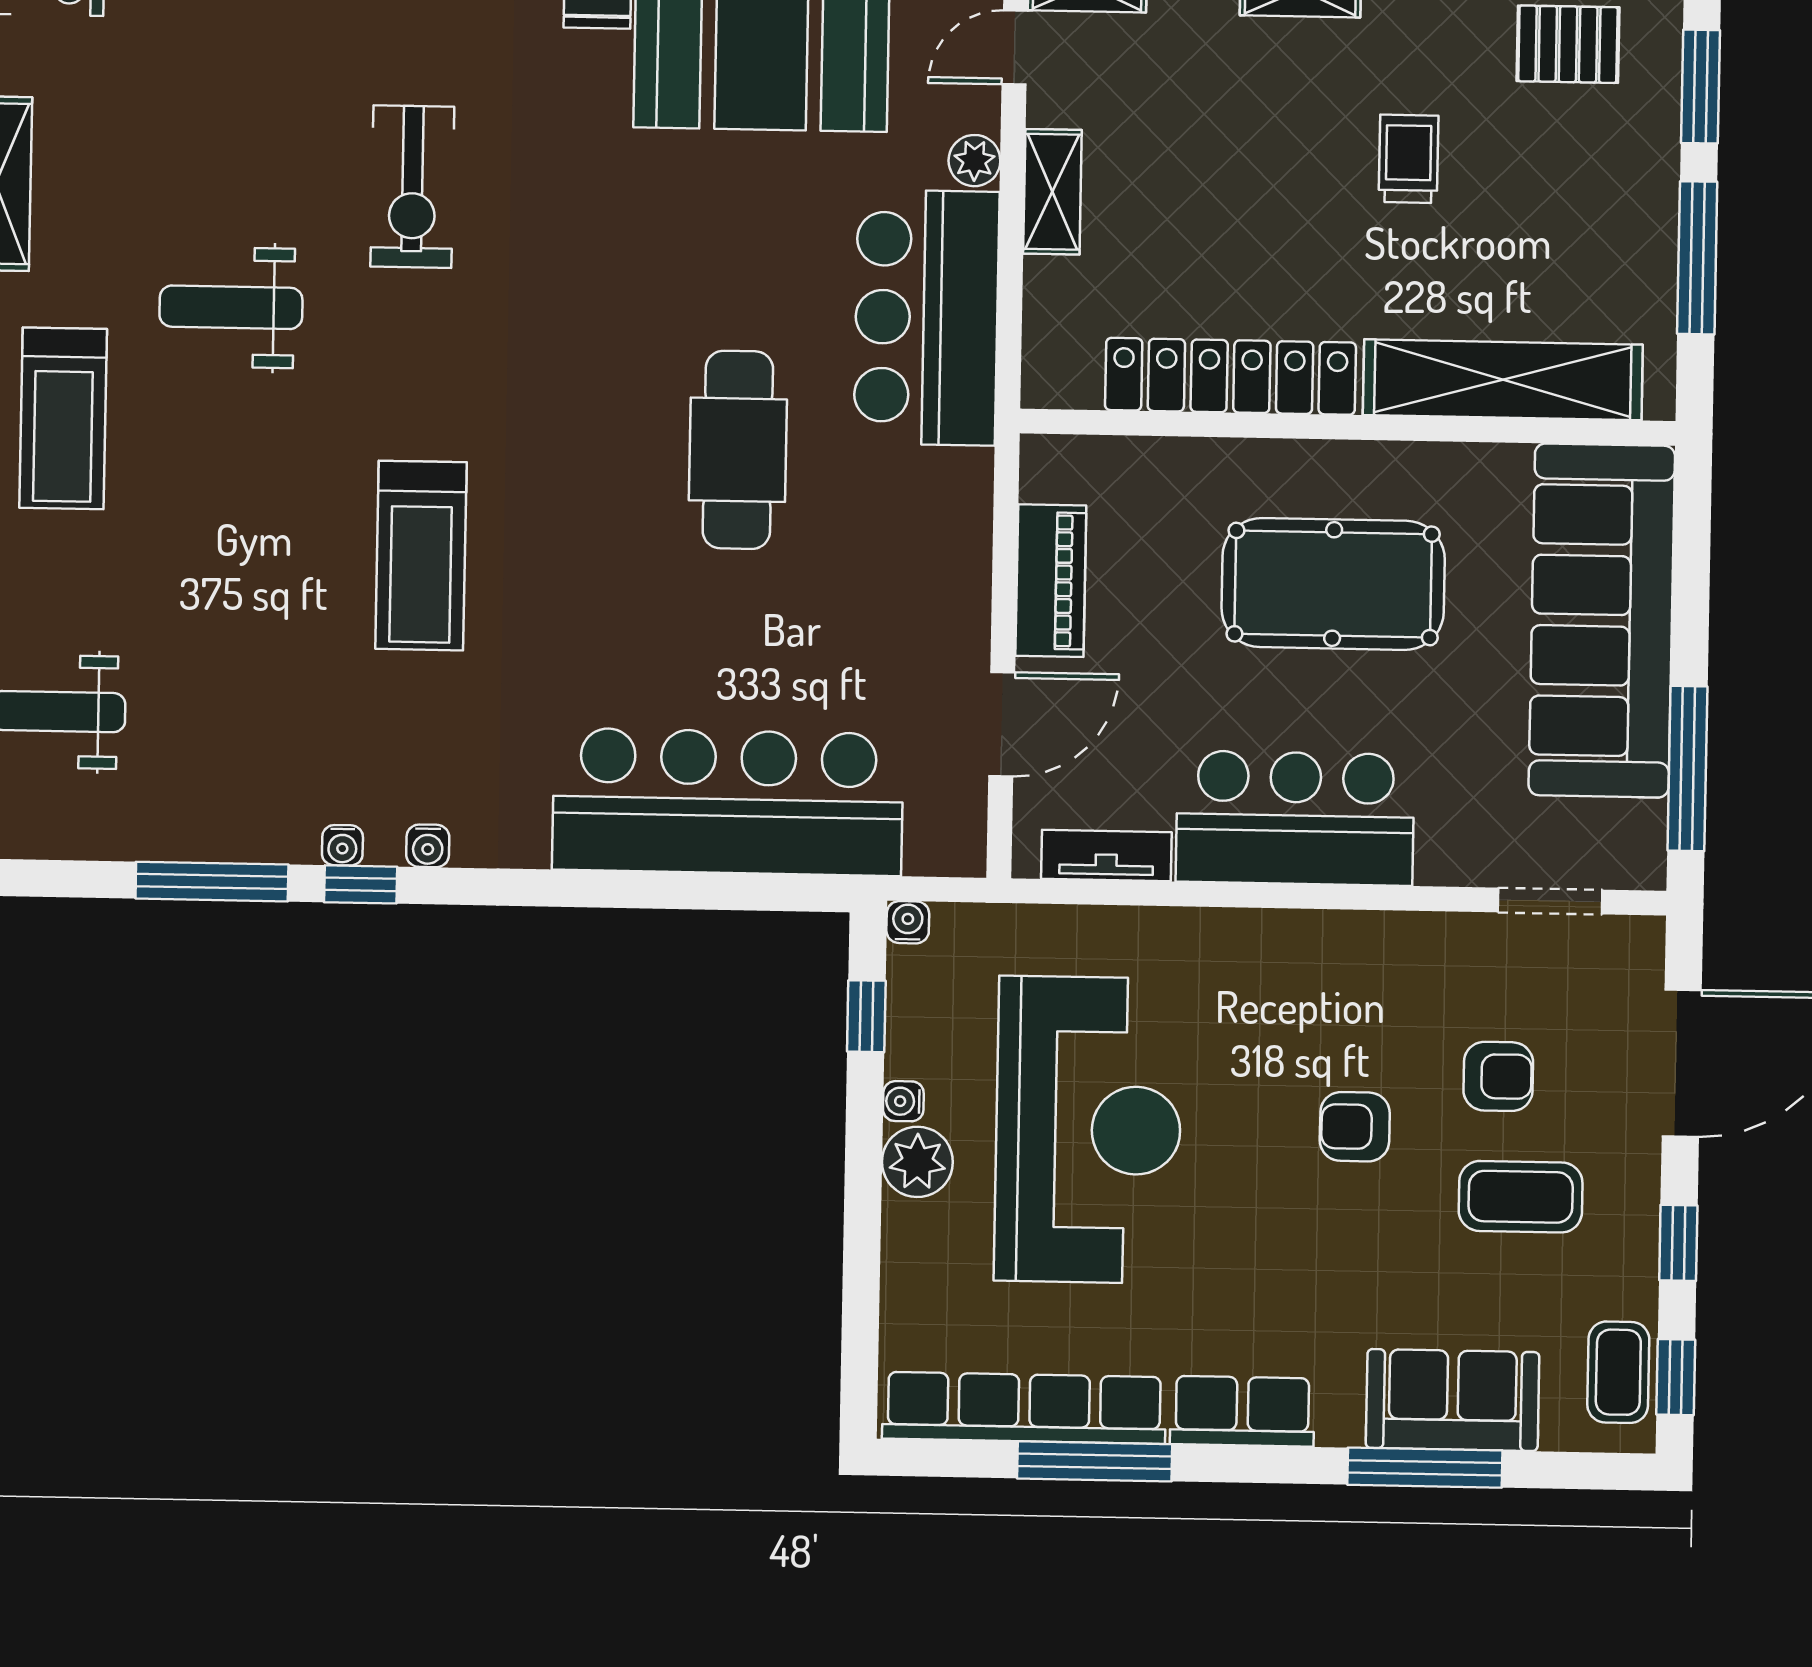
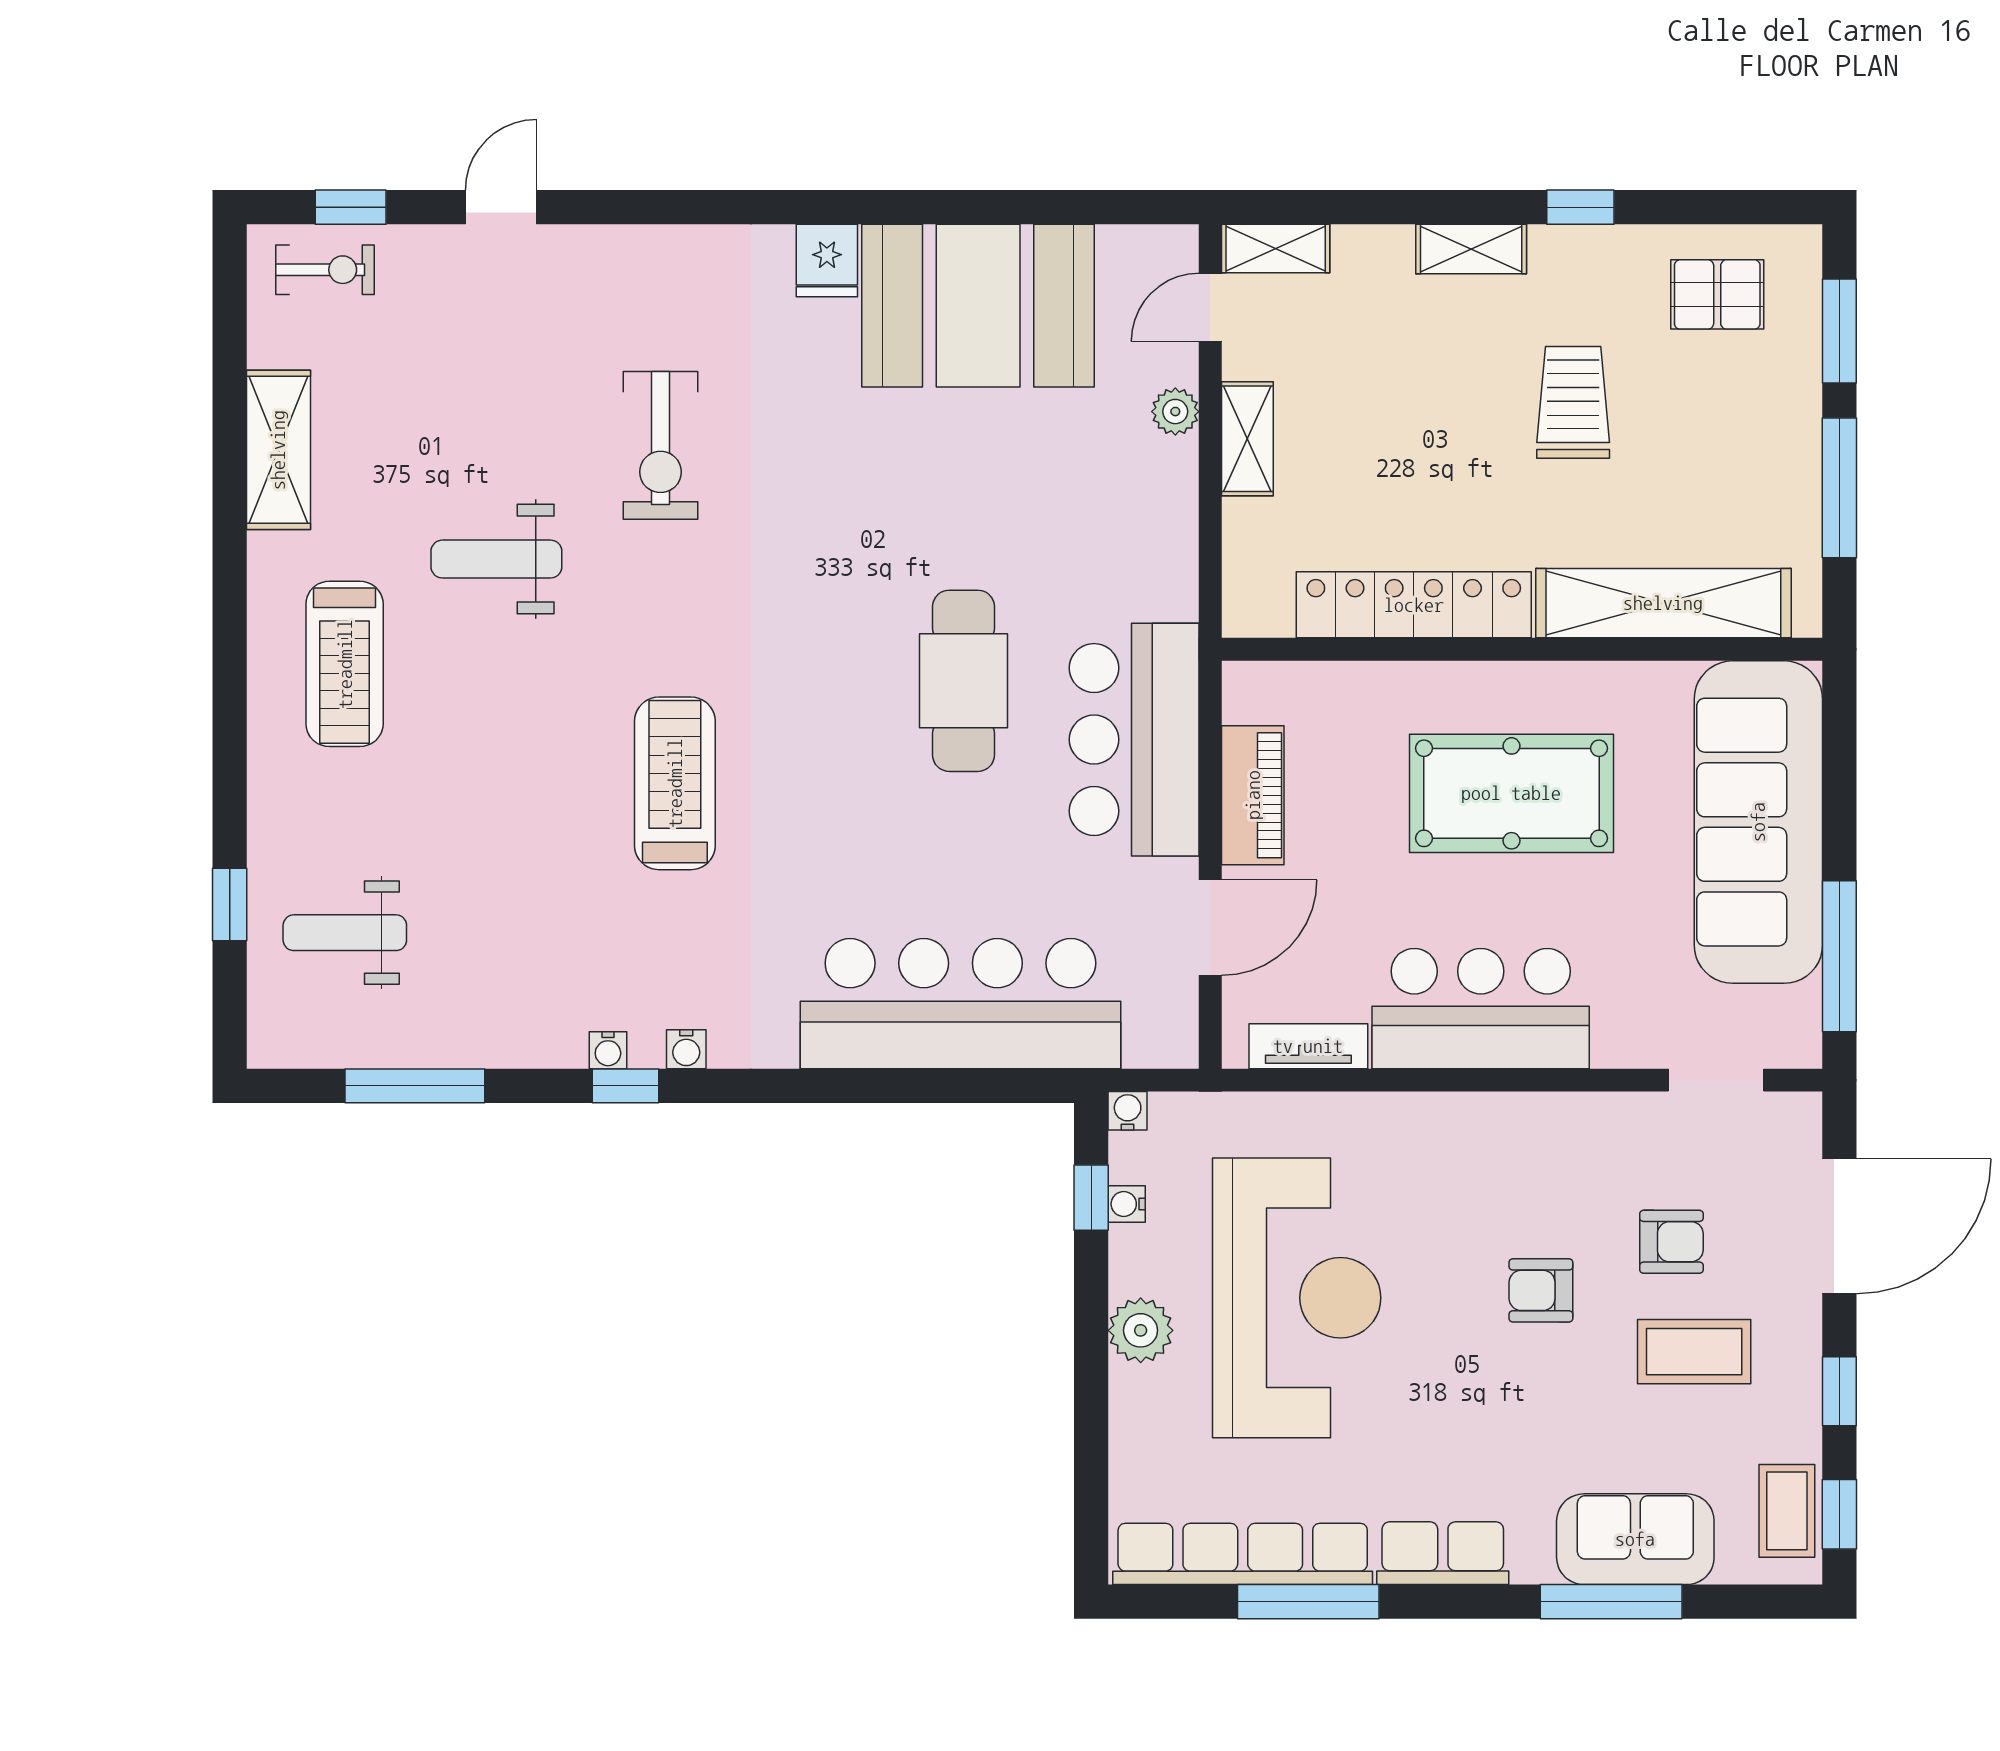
trolley: (1409, 159) -> (1573, 402), width x1.36, depth x1.39
bar counter: (927, 317) -> (1134, 740), moved
treadmill: (421, 556) -> (675, 783), turned 180
window: (212, 882) -> (415, 1086), moved
water cooler: (903, 1101) -> (1127, 1204), moved

